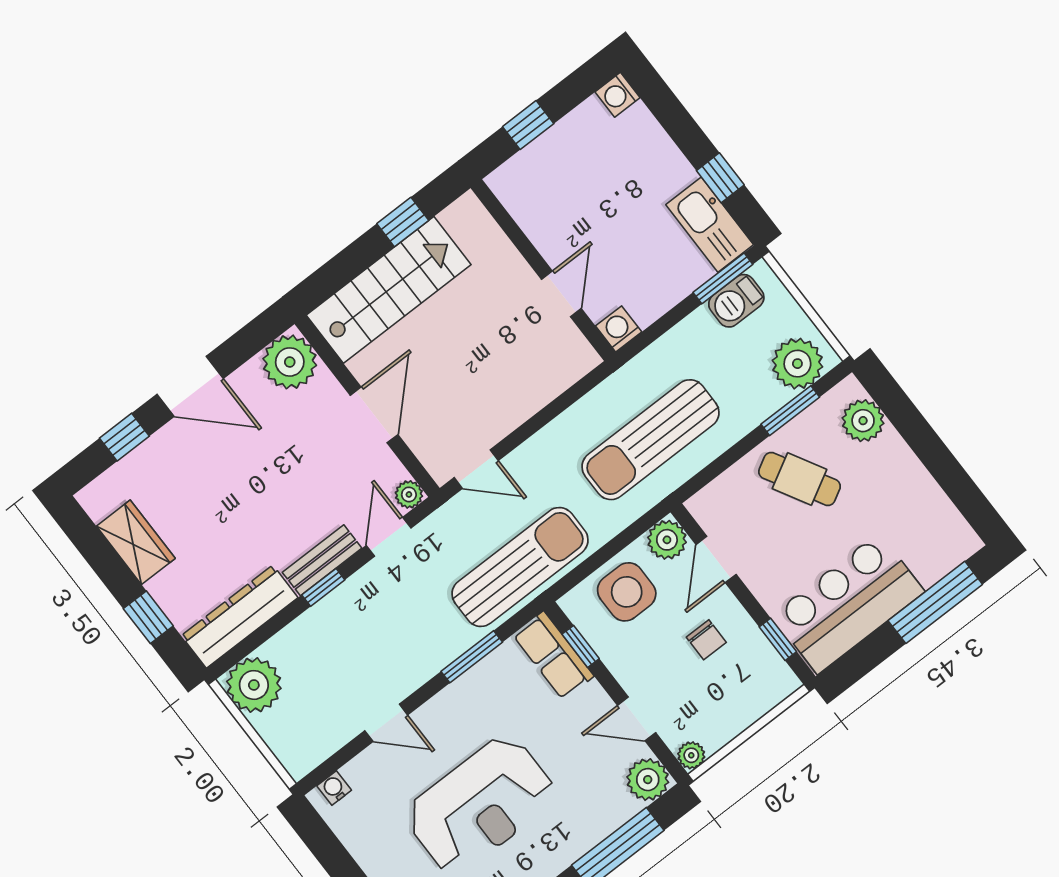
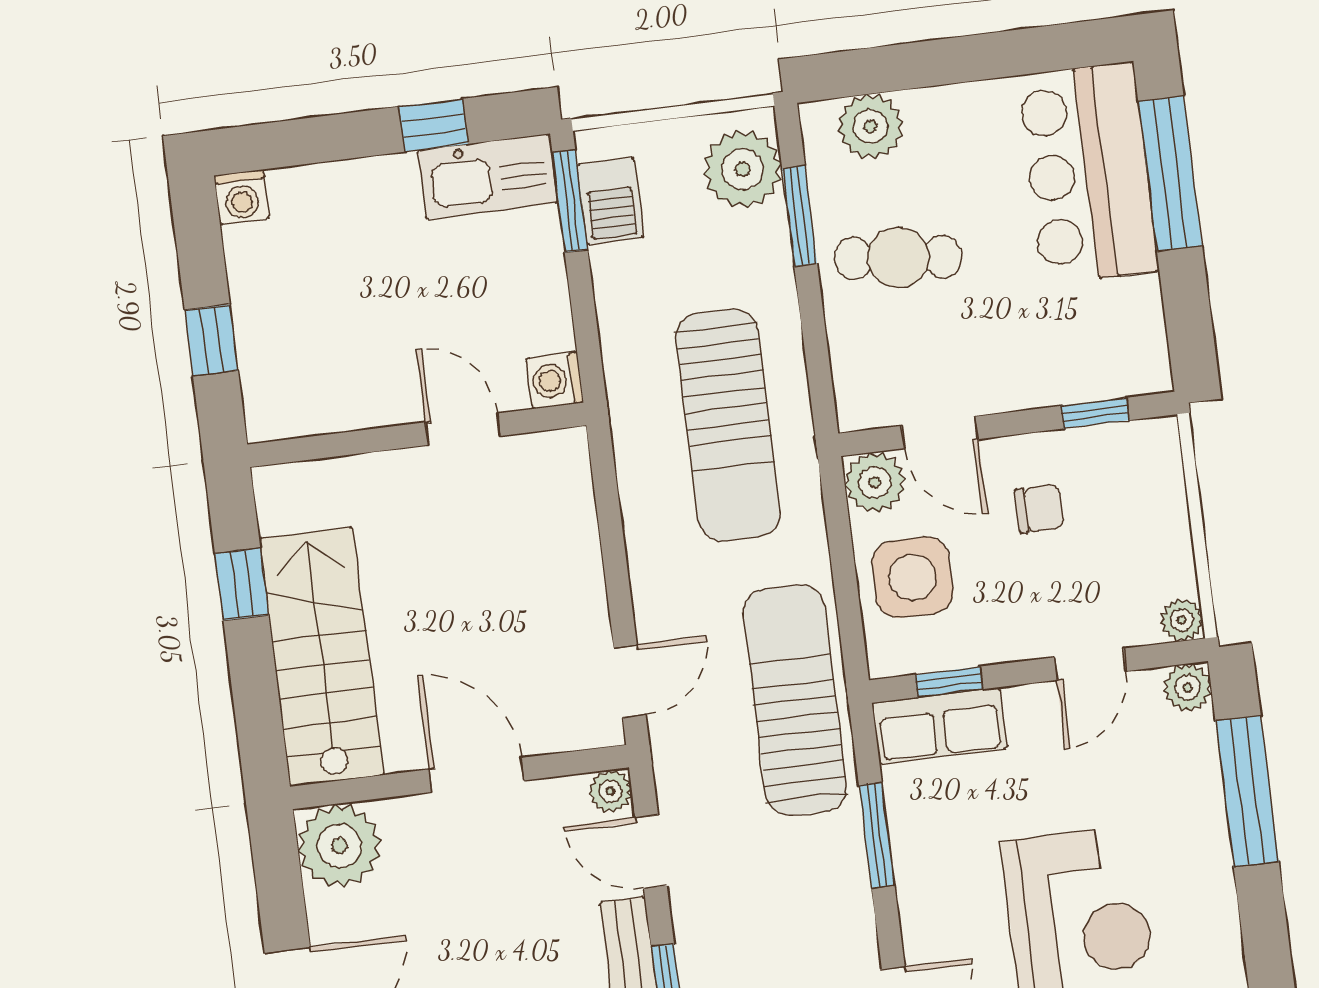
cafe table: (800, 479) -> (898, 257), turned 35
bar counter: (848, 603) -> (1088, 173), moved
plant: (648, 780) -> (1188, 687), width x0.73, depth x0.73

